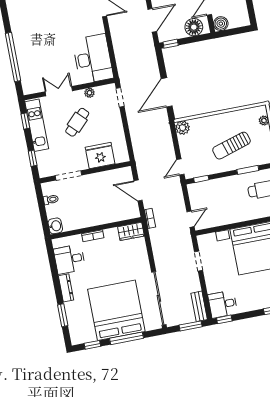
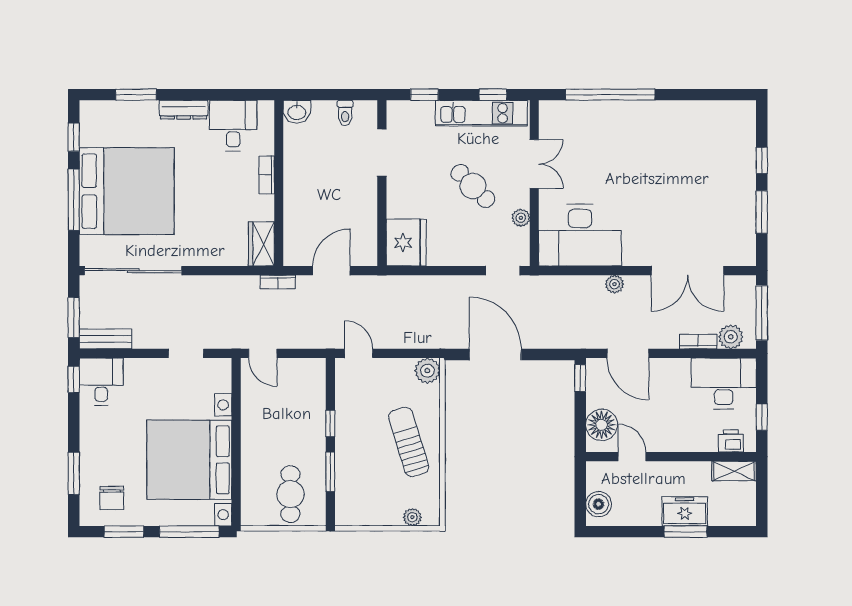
boiler: (221, 24) -> (599, 504), moved
plant: (116, 35) -> (615, 284), added
sun lounger: (231, 146) -> (409, 442), moved
fridge: (100, 156) -> (406, 243), moved
window: (201, 179) -> (330, 423), moved

